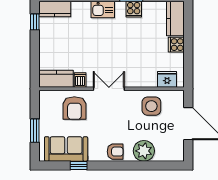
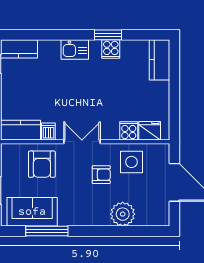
cooker: (176, 45) -> (129, 131), moved, turned 90
armchair: (115, 152) -> (101, 175), moved
window: (79, 165) -> (47, 231), width x2.17

